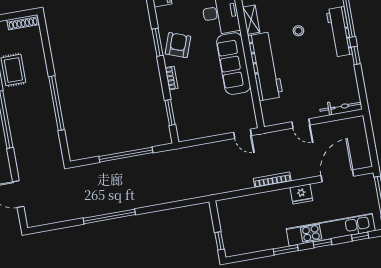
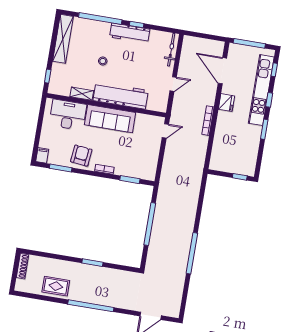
workbench: (339, 32) -> (130, 33), moved
window: (158, 42) -> (61, 168), moved
armchair: (178, 45) -> (81, 156), turned 76
window: (56, 103) -> (92, 263), width x0.47

